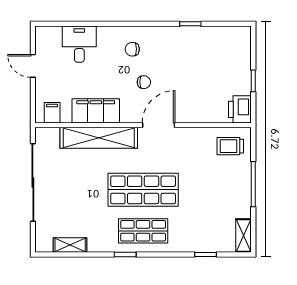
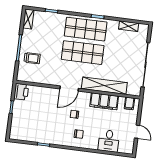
trolley: (230, 146) -> (32, 58), moved
shop shelf: (143, 231) -> (86, 29), width x1.43, depth x1.36

